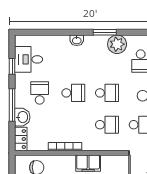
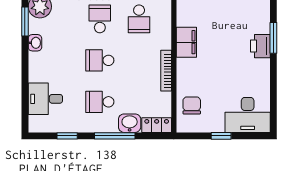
washbasin: (77, 40) -> (35, 43), moved
desk: (29, 59) -> (45, 99), moved, turned 90
school desk: (73, 93) -> (100, 60), turned -90
school desk: (107, 125) -> (139, 19), turned 180

